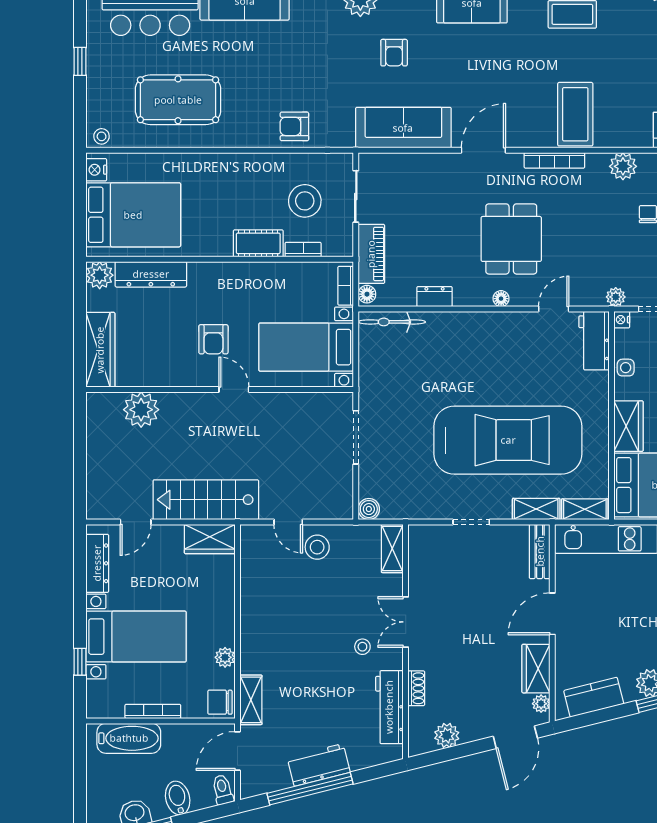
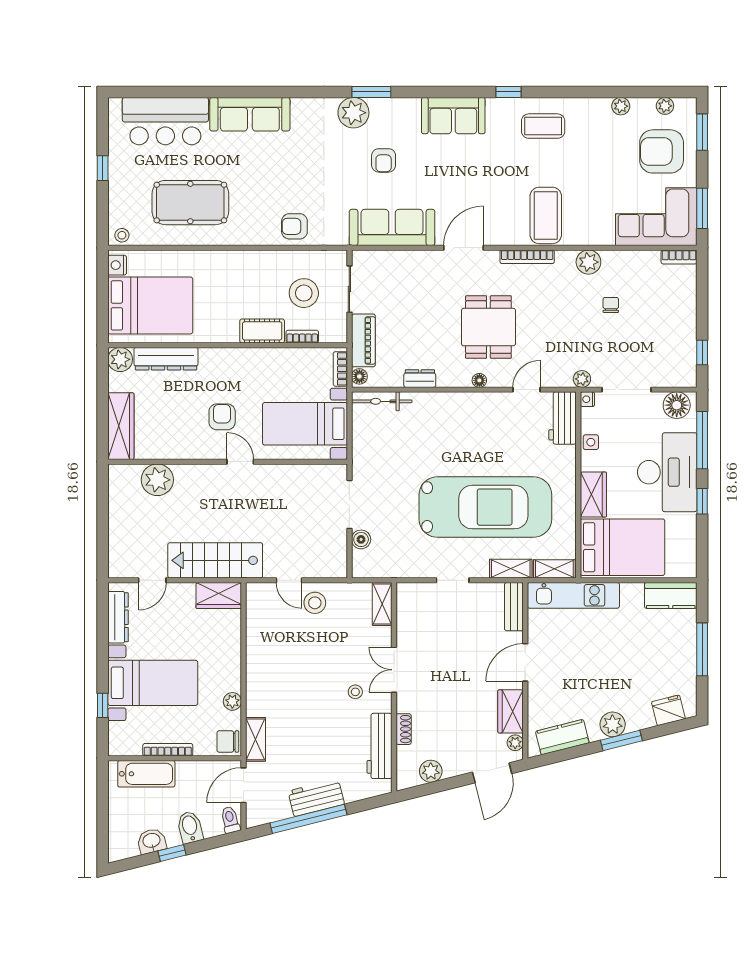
armchair: (213, 339) -> (222, 417), turned 180
boiler: (369, 509) -> (361, 539), moved

